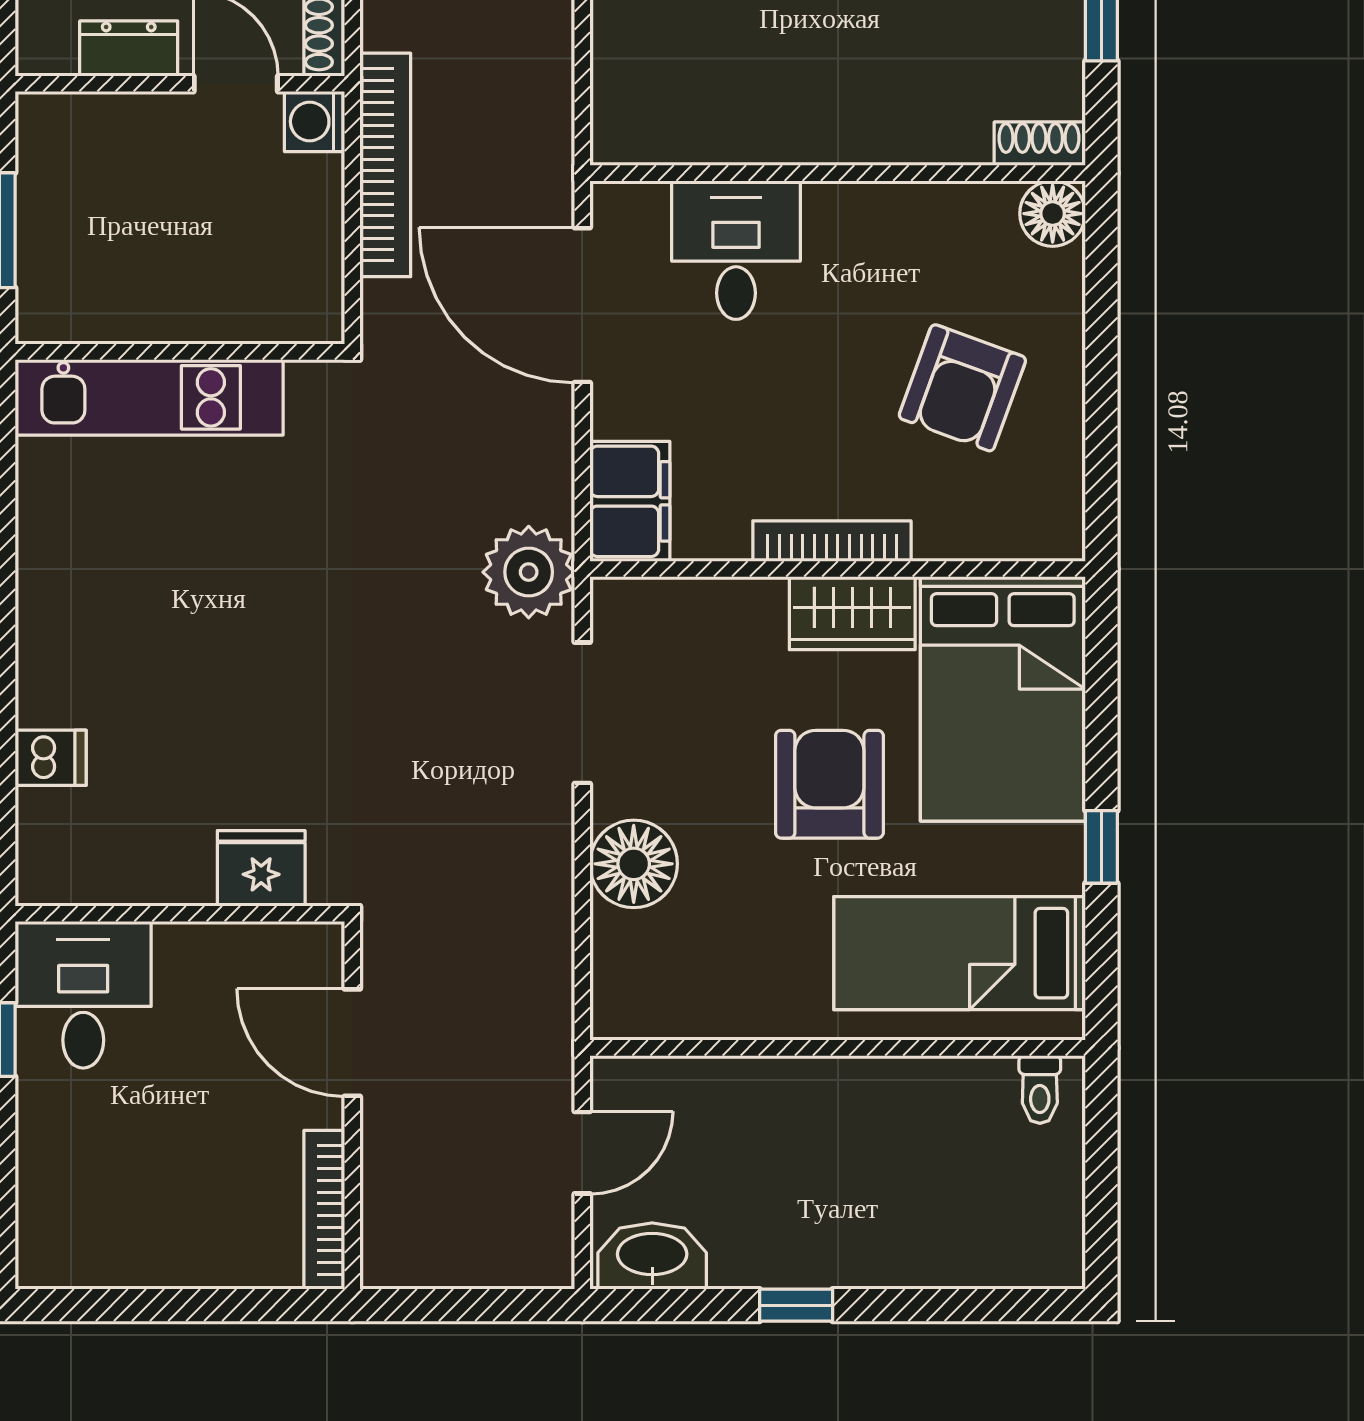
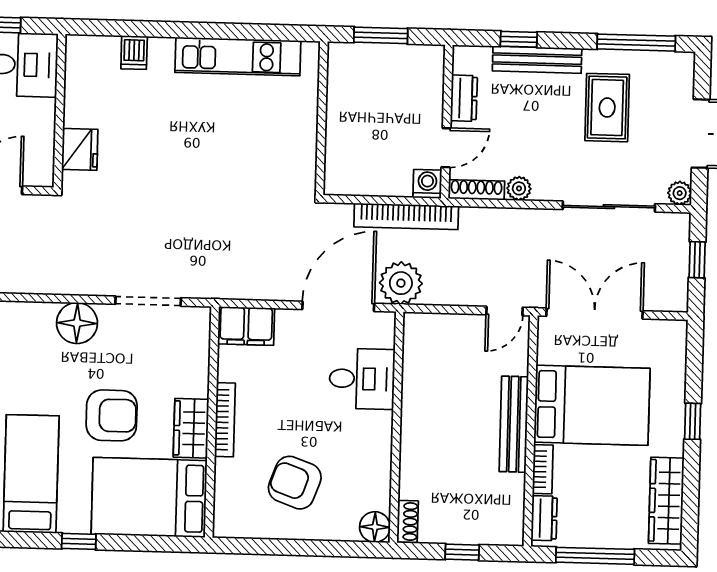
kitchen unit: (149, 397) -> (238, 57), moved, turned -90
plant: (529, 572) -> (401, 283), moved

